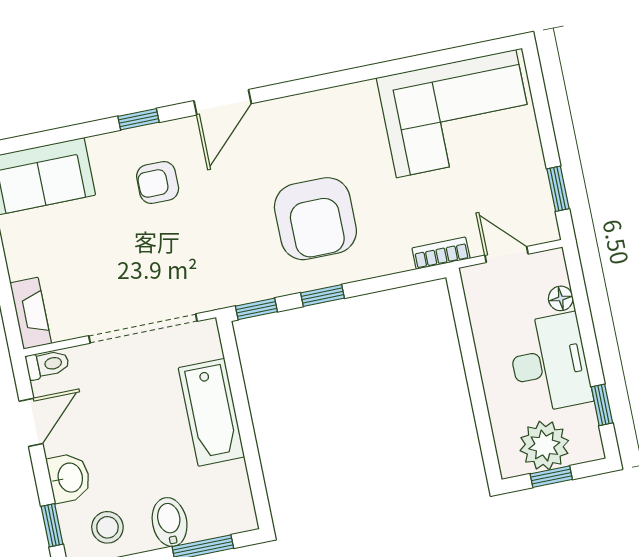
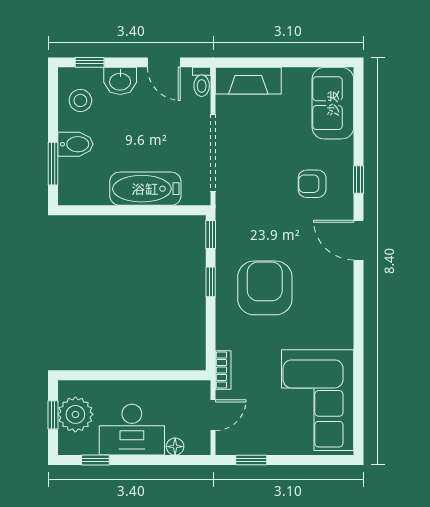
armchair: (158, 183) -> (312, 184), turned -90
armchair: (315, 219) -> (265, 288), turned 90
fireplace: (31, 313) -> (248, 81), width x1.37, depth x1.32

